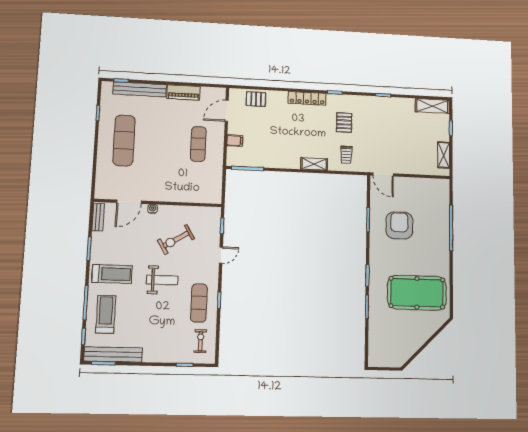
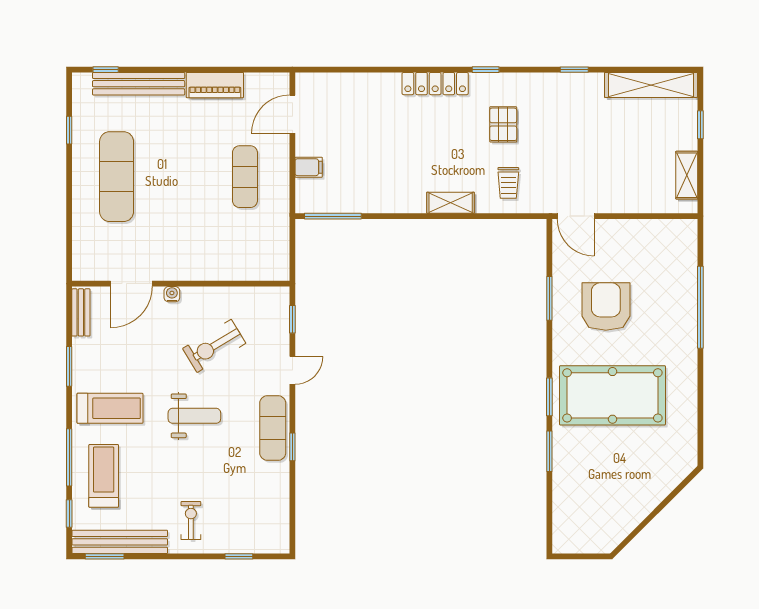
pallet: (256, 99) -> (343, 90), removed
shelving: (432, 106) -> (651, 85), width x1.47
pool table: (417, 293) -> (612, 395), moved
exercise mat: (199, 303) -> (273, 428), moved
exercise bike: (200, 341) -> (191, 520), moved

